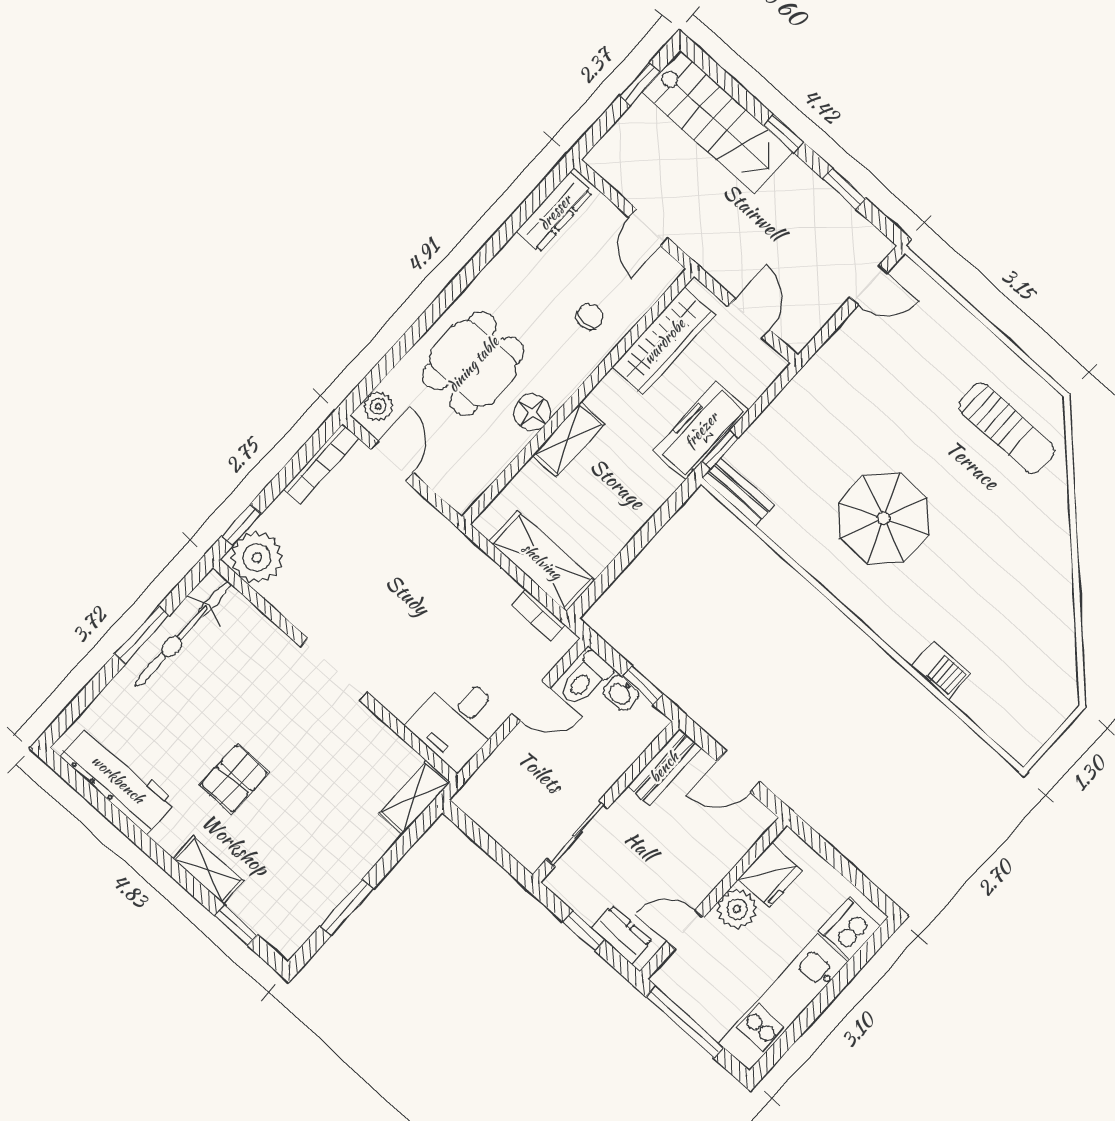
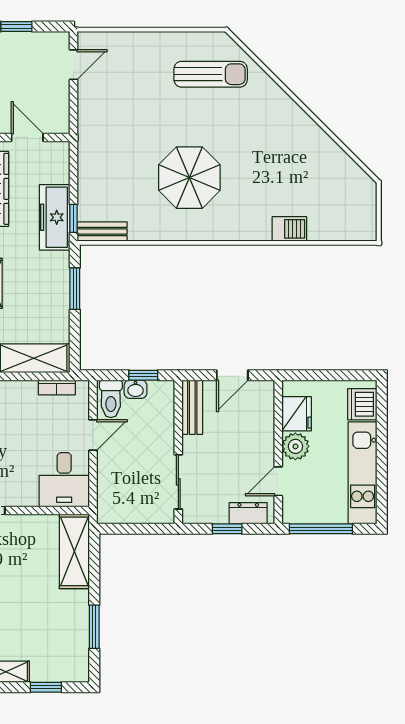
window: (653, 526) -> (75, 289), added
shelving: (414, 798) -> (74, 551), width x1.50, depth x1.33

